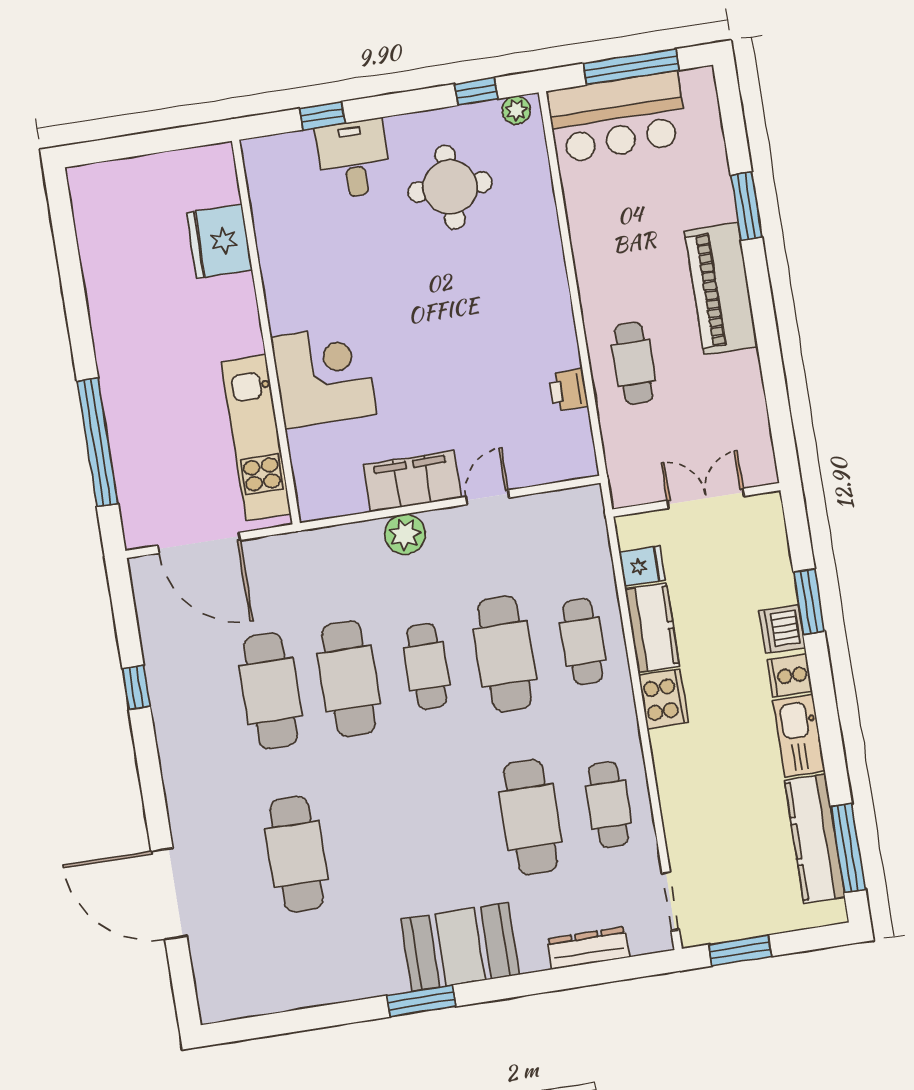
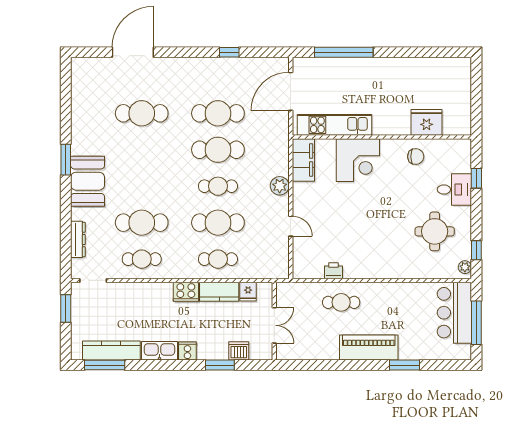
chair: (296, 253) -> (416, 157), added
filing cabinet: (412, 481) -> (303, 160), moved
dishwasher: (782, 629) -> (239, 351), moved

